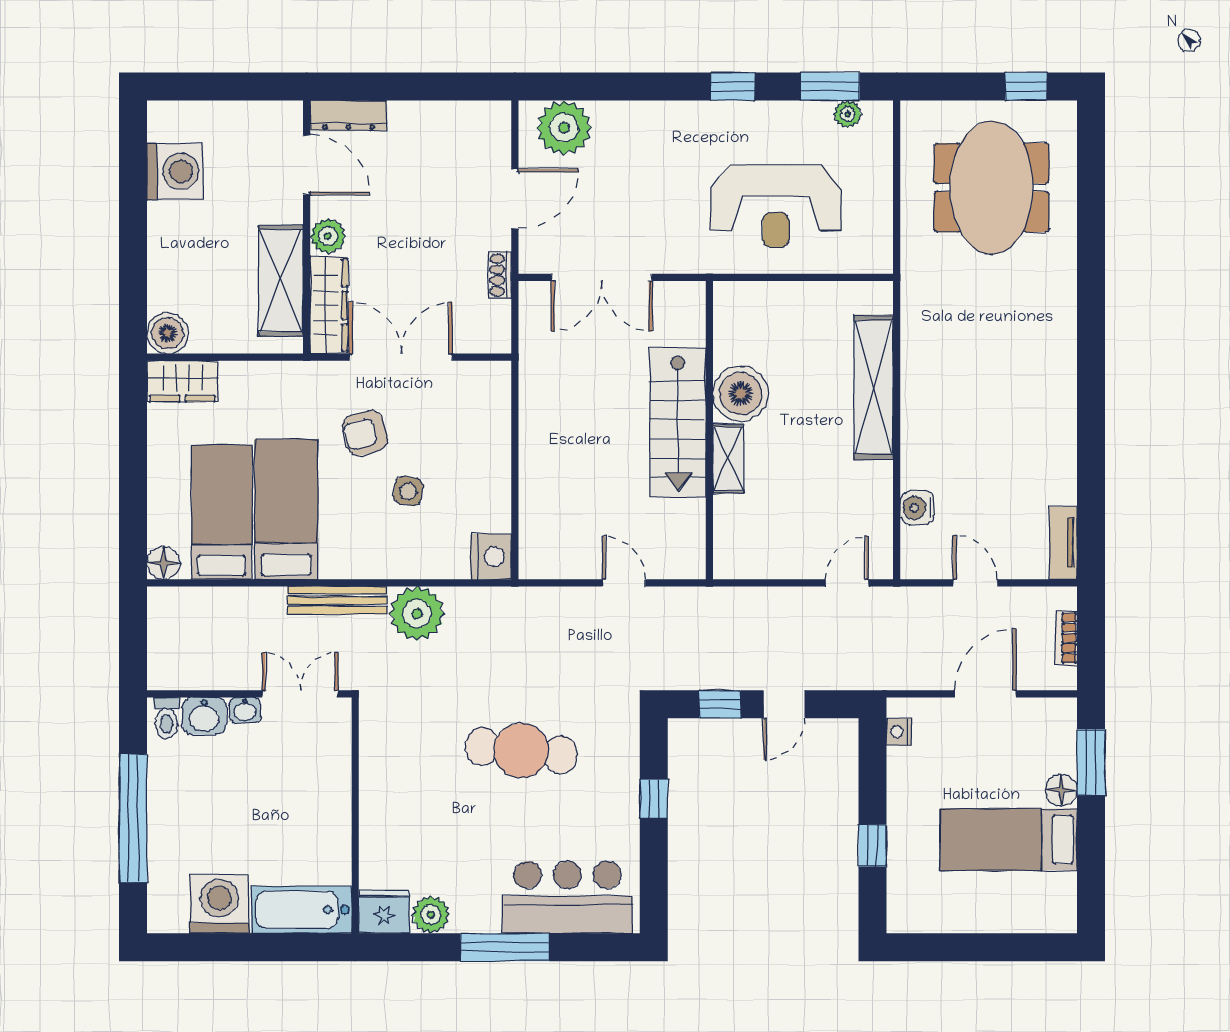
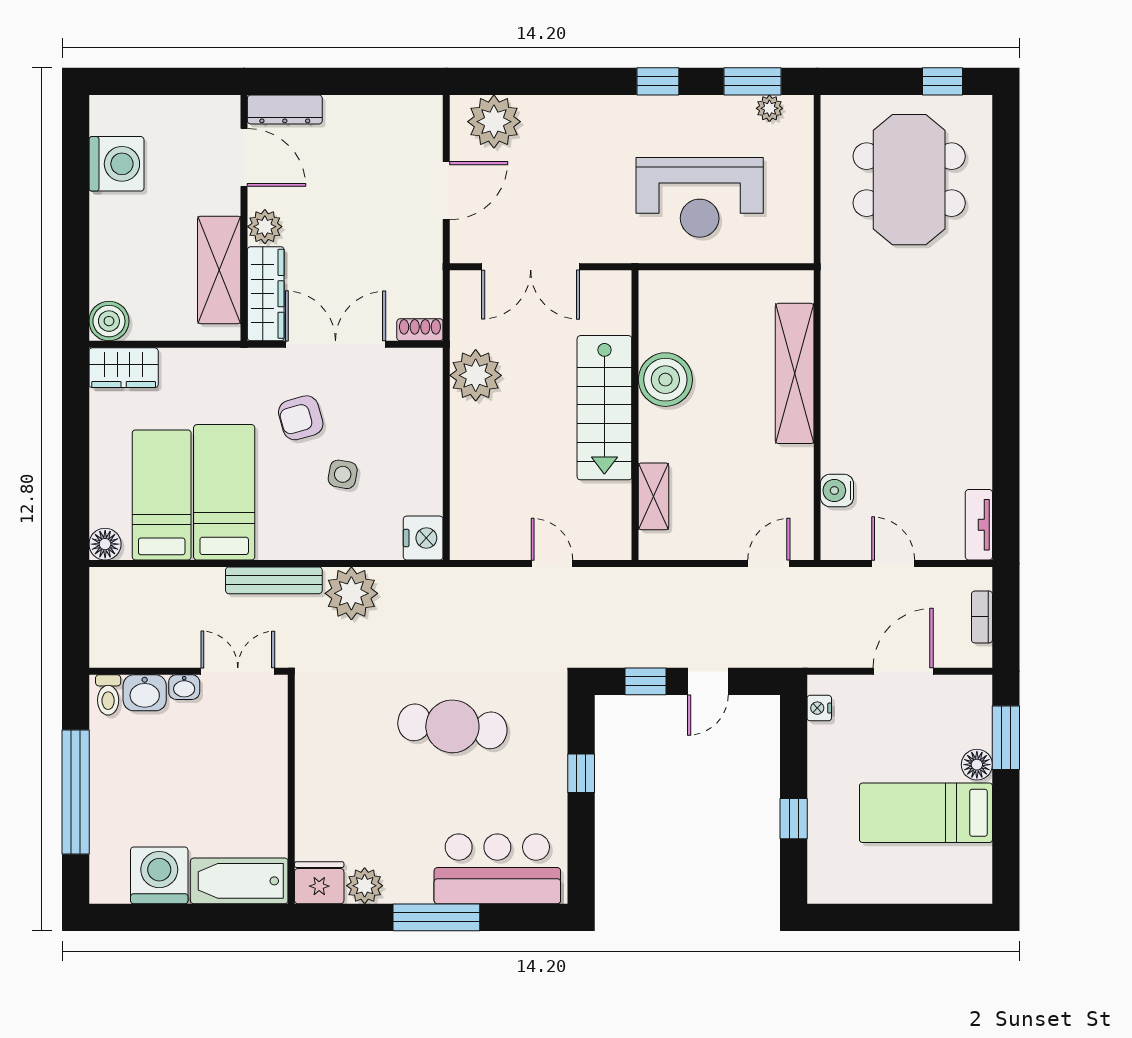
shoe rack: (500, 275) -> (420, 330), moved, turned 90
plant: (545, 389) -> (476, 375), added
shelving: (728, 459) -> (654, 496), moved

